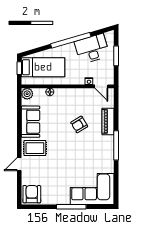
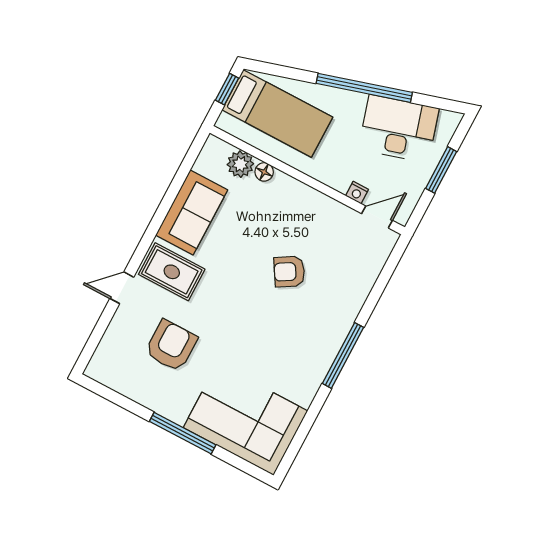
door: (101, 86) -> (377, 217), swing flipped
plant: (27, 94) -> (240, 164), moved
piano: (108, 121) -> (352, 297), removed
armchair: (32, 194) -> (171, 346), moved

